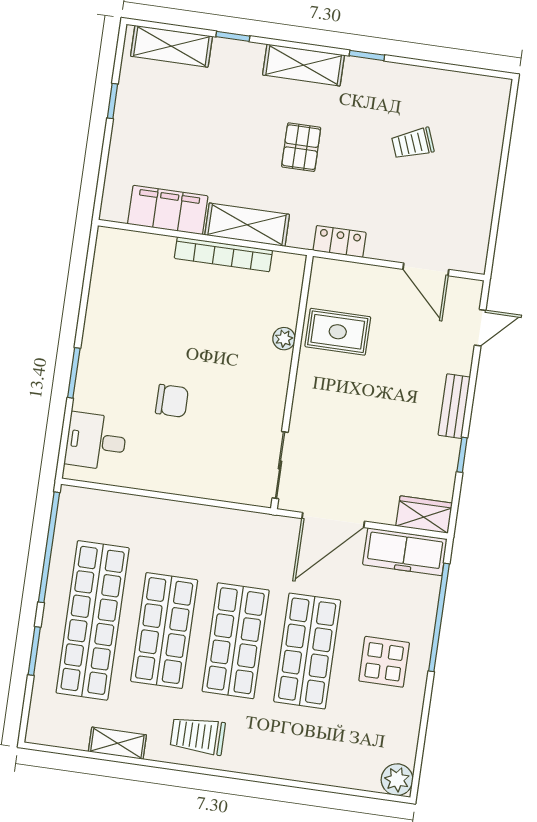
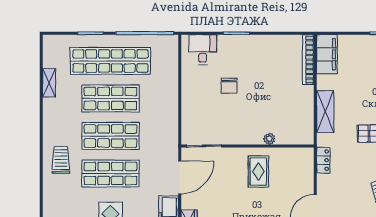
filing cabinet: (168, 210) -> (327, 54), moved
bookcase: (223, 254) -> (308, 60), moved
rug: (338, 332) -> (258, 171), moved
door: (333, 520) -> (180, 177), swing flipped
trolley: (198, 736) -> (61, 160), moved

